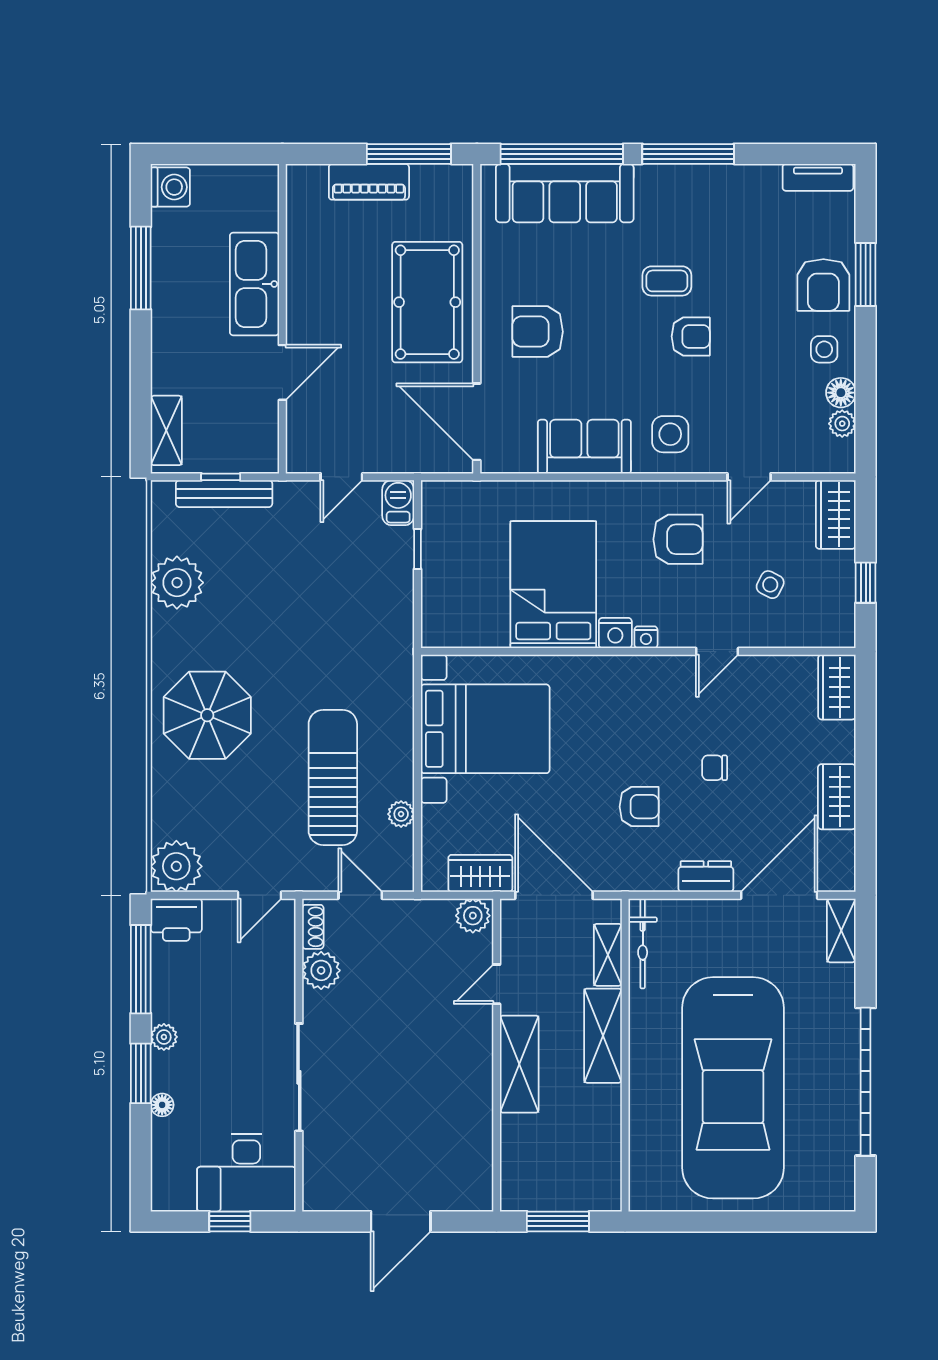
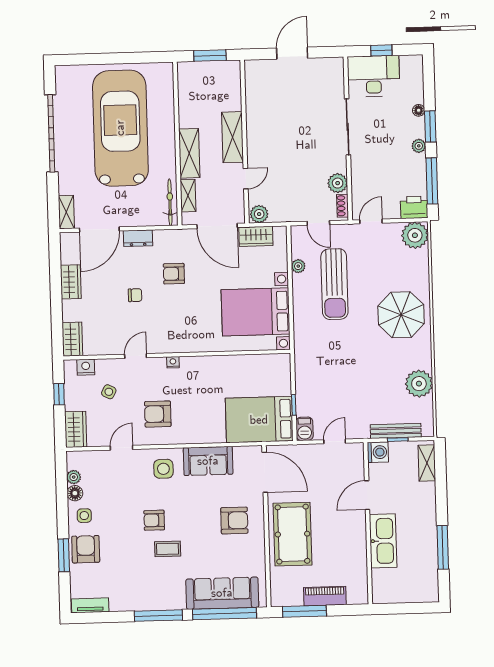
washing machine: (170, 187) -> (378, 452), moved, turned 180
bed: (553, 585) -> (259, 420), moved, turned 90
nightstand: (615, 633) -> (86, 367), moved

